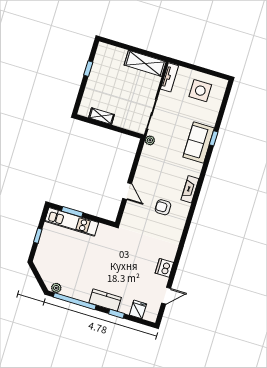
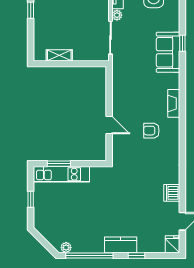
plant: (150, 140) -> (117, 15), moved
fridge: (138, 309) -> (173, 244), moved

